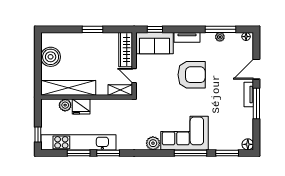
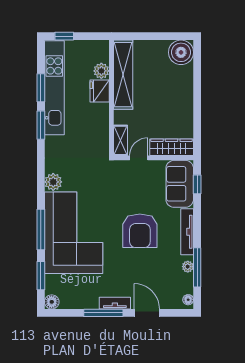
window: (93, 29) -> (197, 105), removed
tv unit: (187, 37) -> (187, 232), width x1.41
boiler: (51, 57) -> (181, 52), moved
corner sofa: (185, 133) -> (74, 233), width x1.36, depth x1.36

